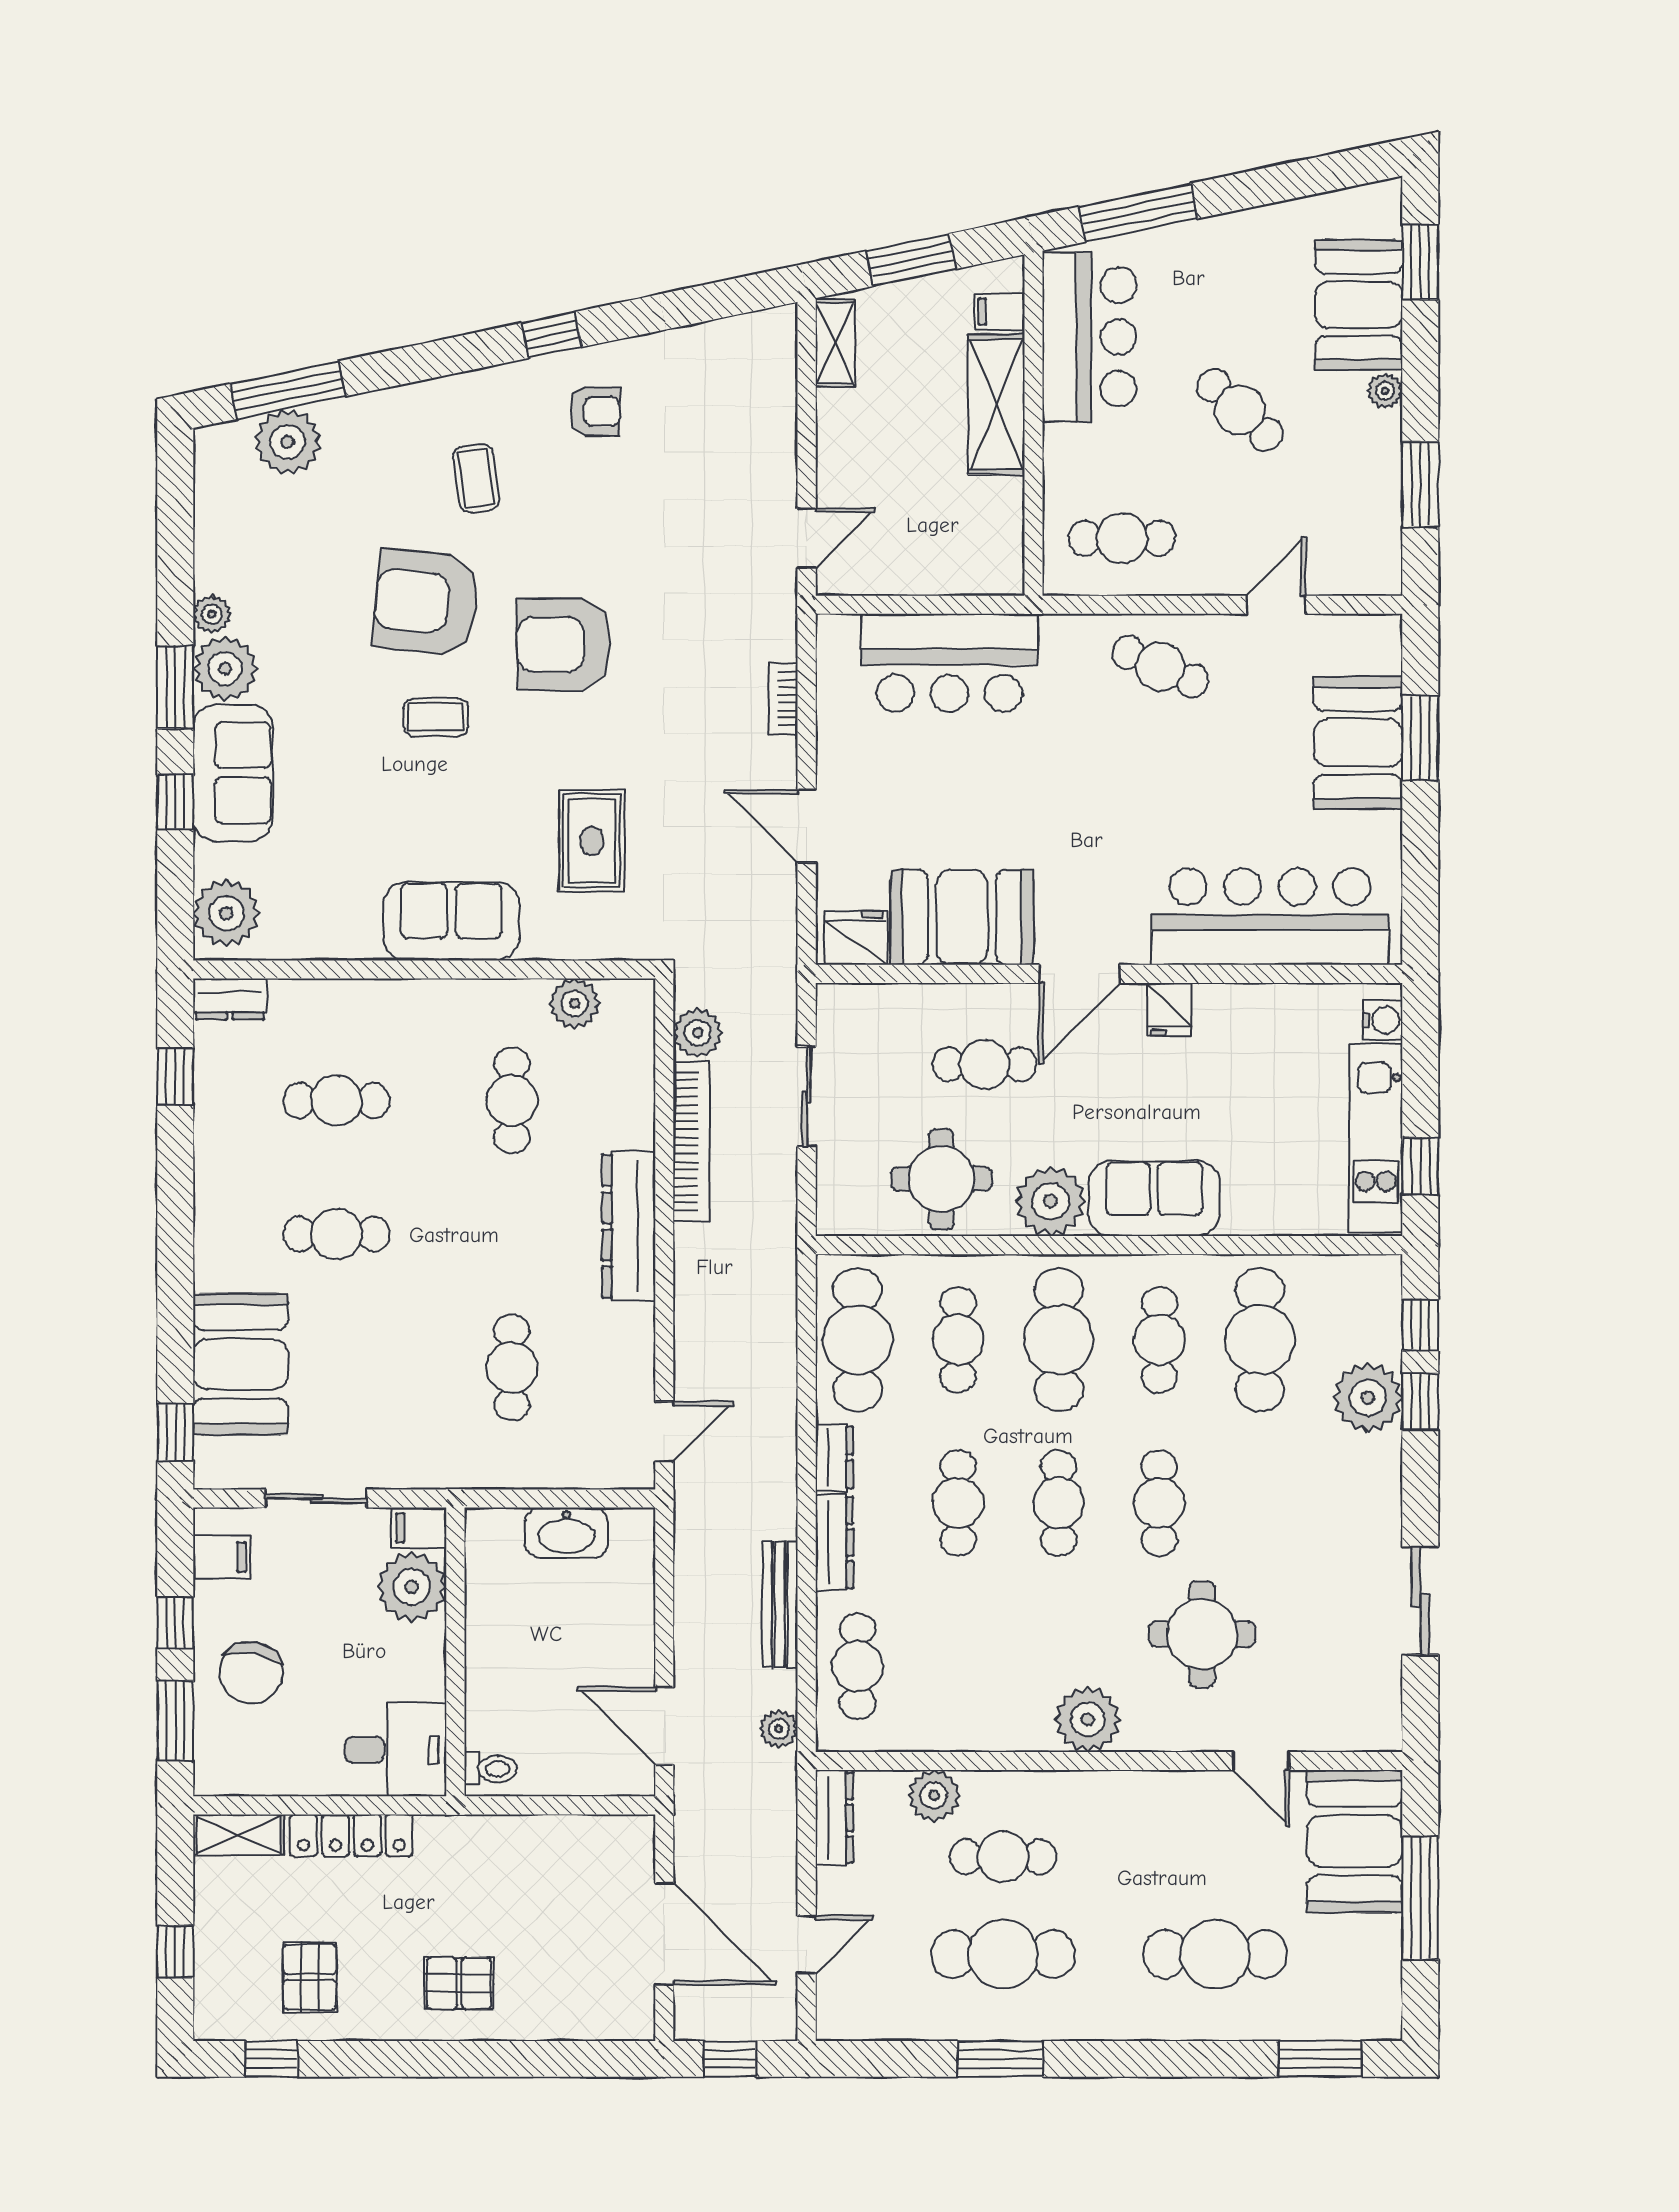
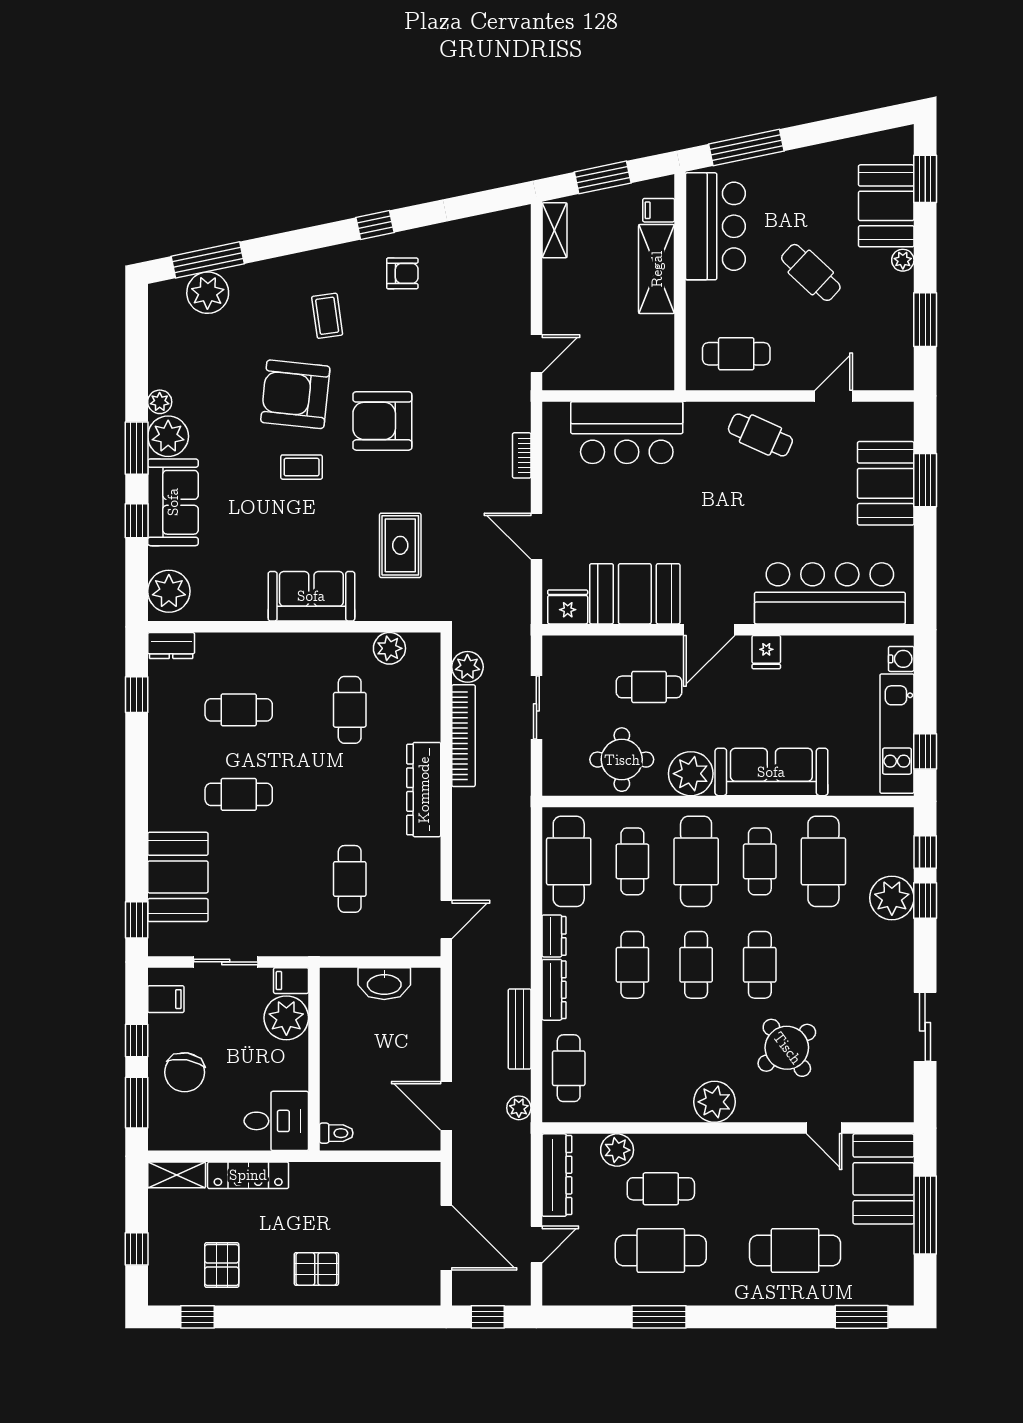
sofa: (1154, 1198) -> (771, 772), width x1.36
round table: (1202, 1634) -> (787, 1048), turned -37
dresser: (834, 1818) -> (557, 1175), width x1.37, depth x1.24

